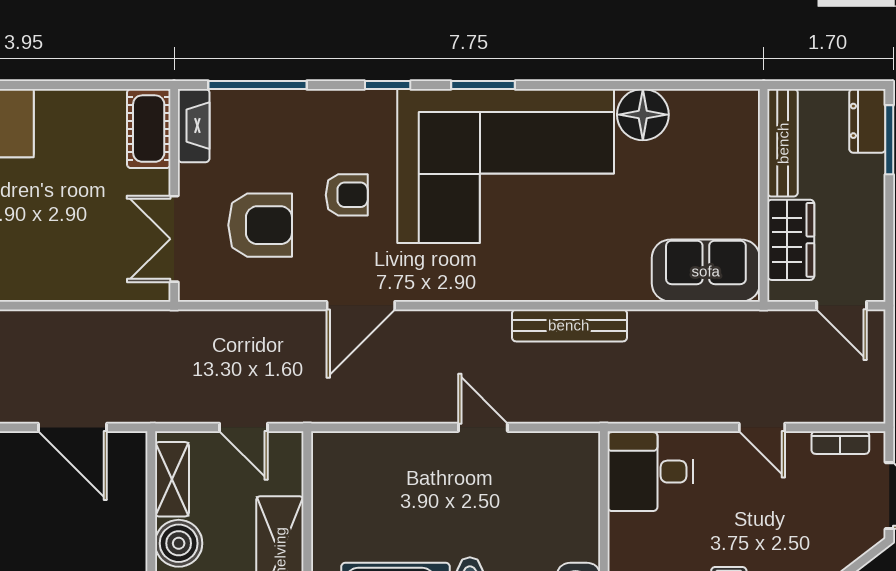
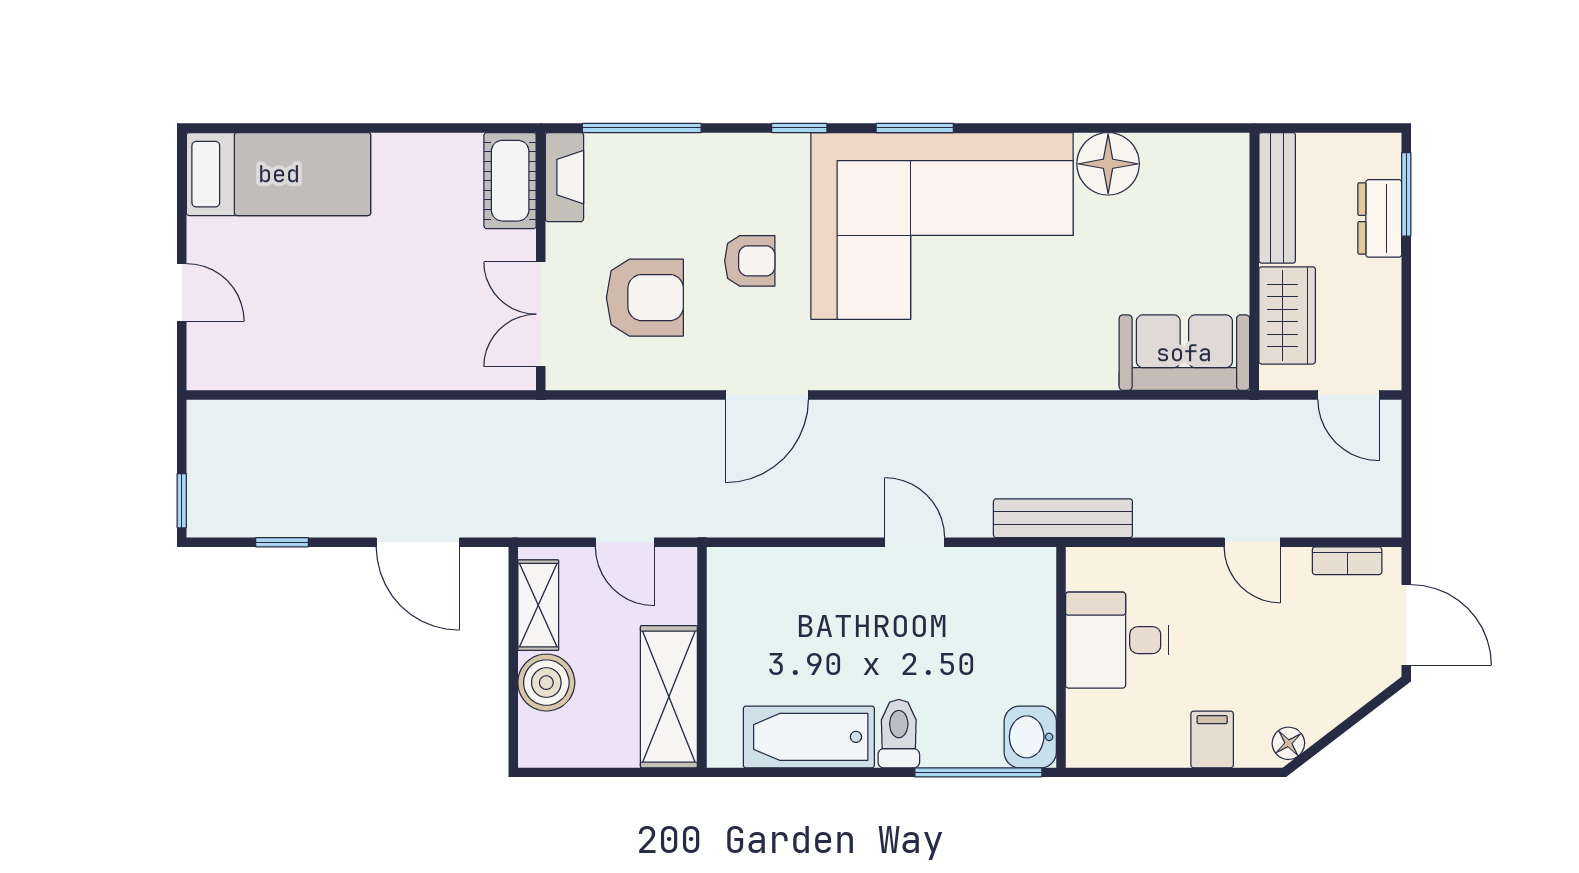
dresser: (867, 121) -> (1380, 218), moved
bench: (569, 325) -> (1063, 518), moved
desk: (650, 472) -> (1117, 640), moved

